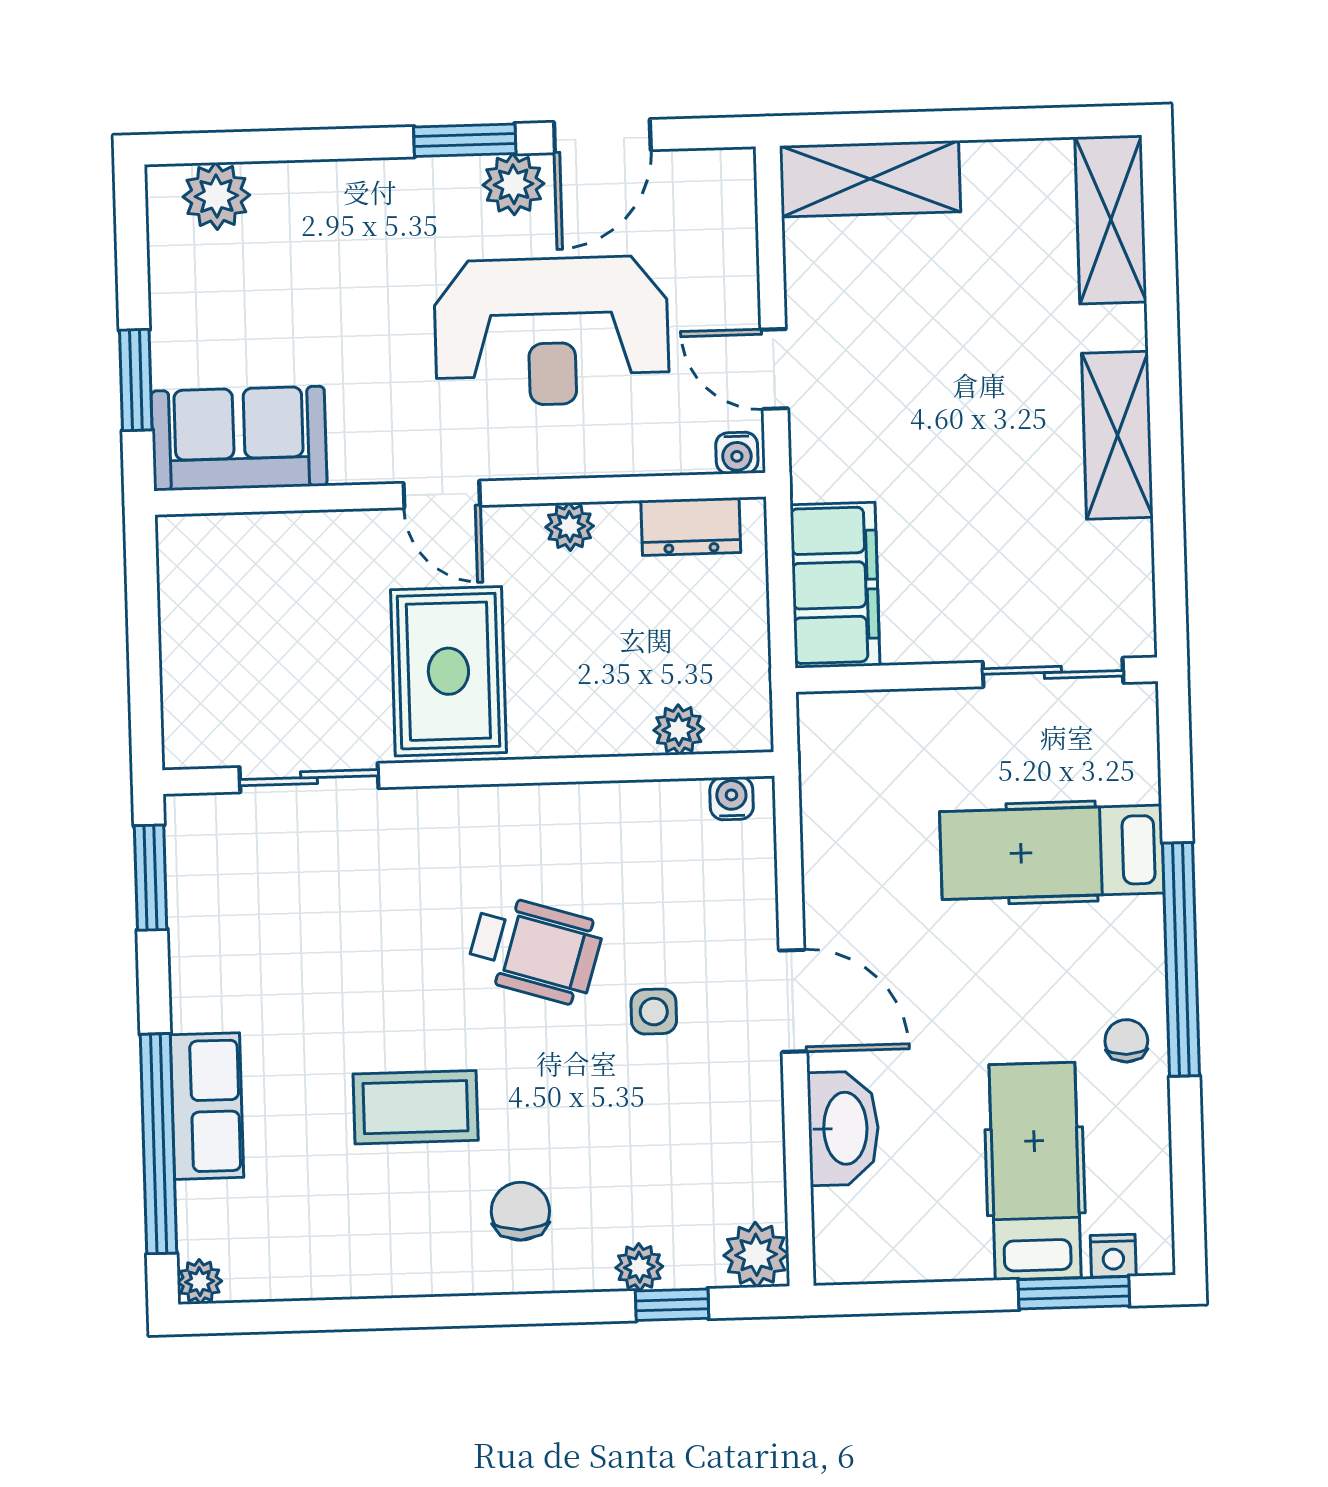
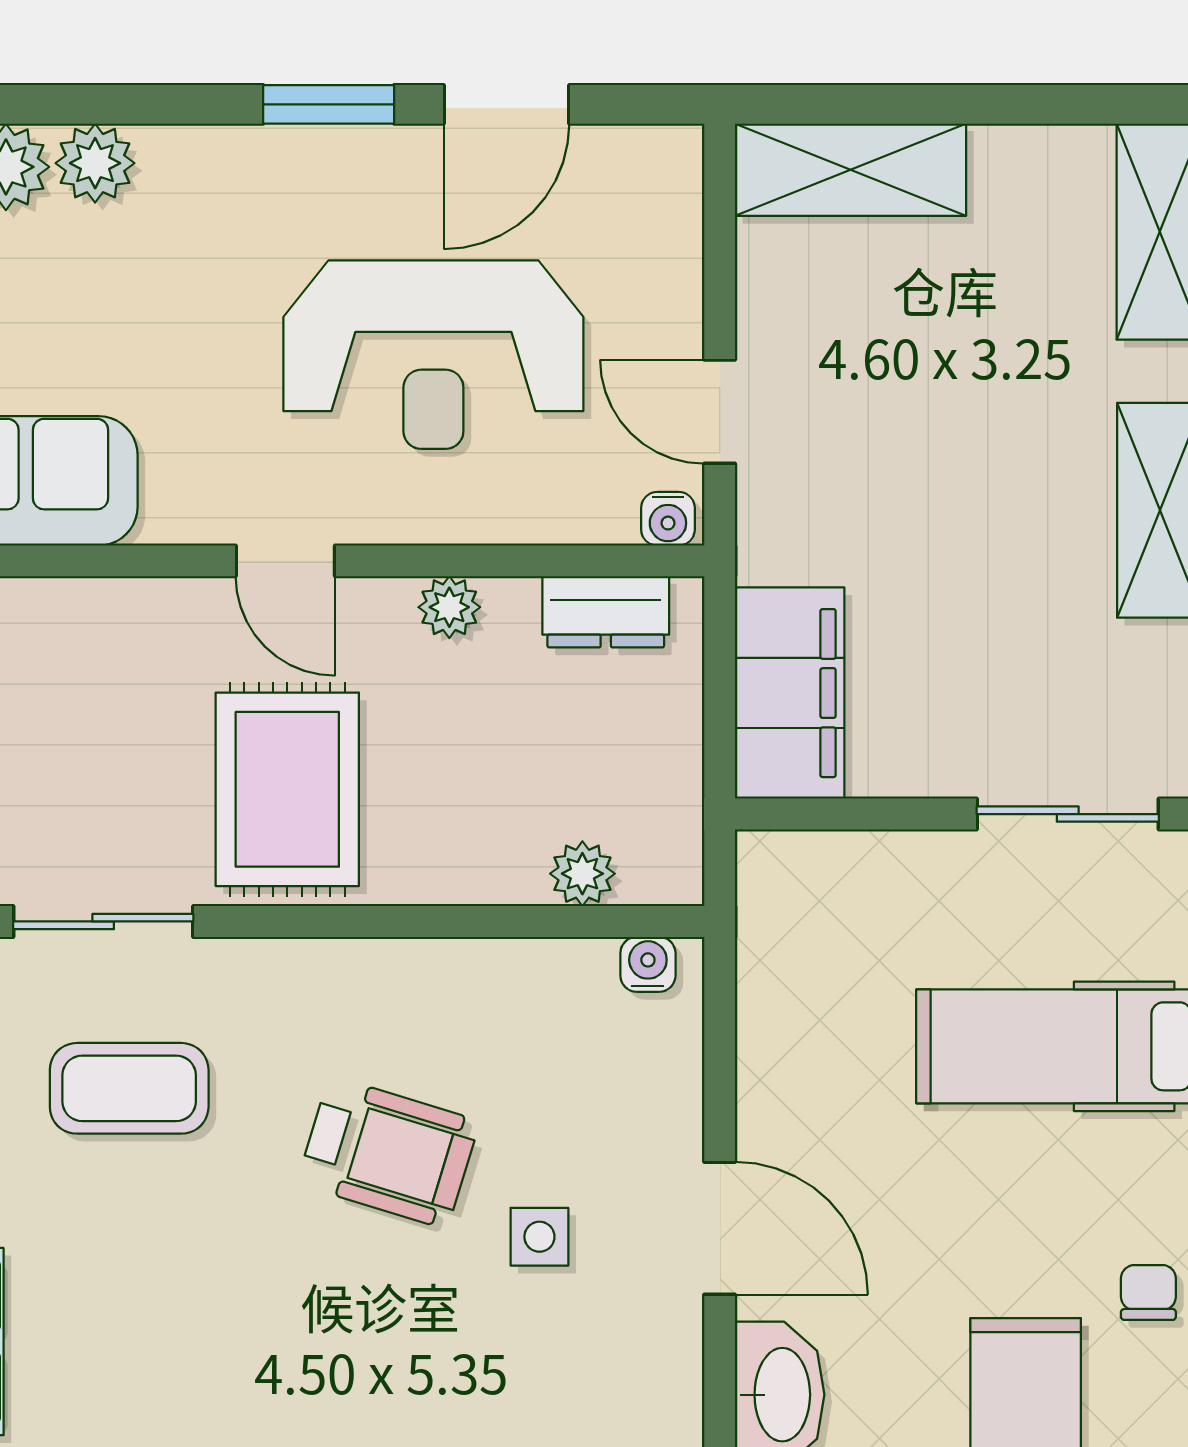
plant: (514, 184) -> (95, 163), moved
coffee table: (416, 1107) -> (129, 1088), moved

